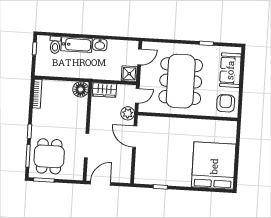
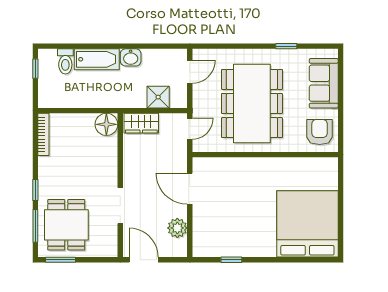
shower: (129, 74) -> (158, 97), moved
plant: (128, 113) -> (177, 228), moved
door: (100, 183) -> (144, 260), hinge flipped

